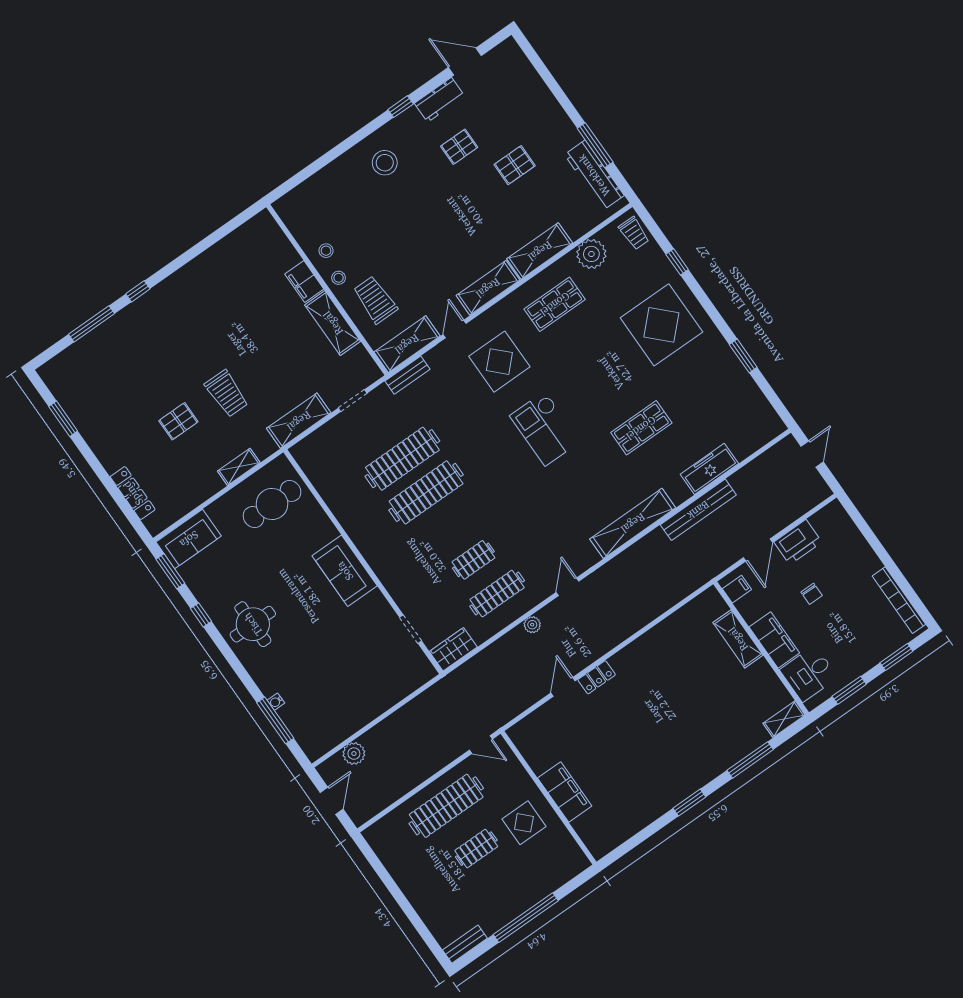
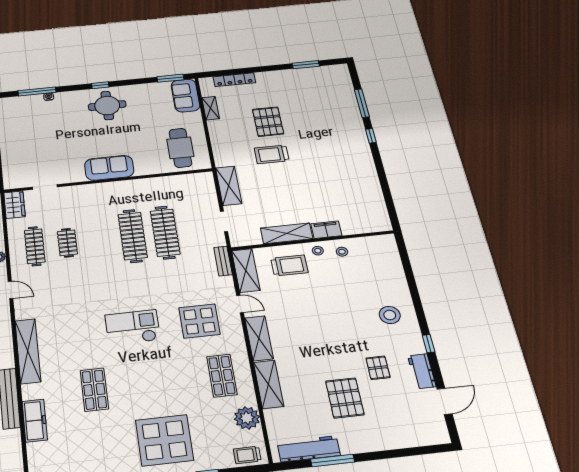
pallet: (515, 165) -> (345, 398), width x1.50, depth x1.42
pallet: (178, 421) -> (268, 122), width x1.50, depth x1.42
shelving: (239, 467) -> (211, 108), moved
window: (201, 615) -> (100, 85), moved

